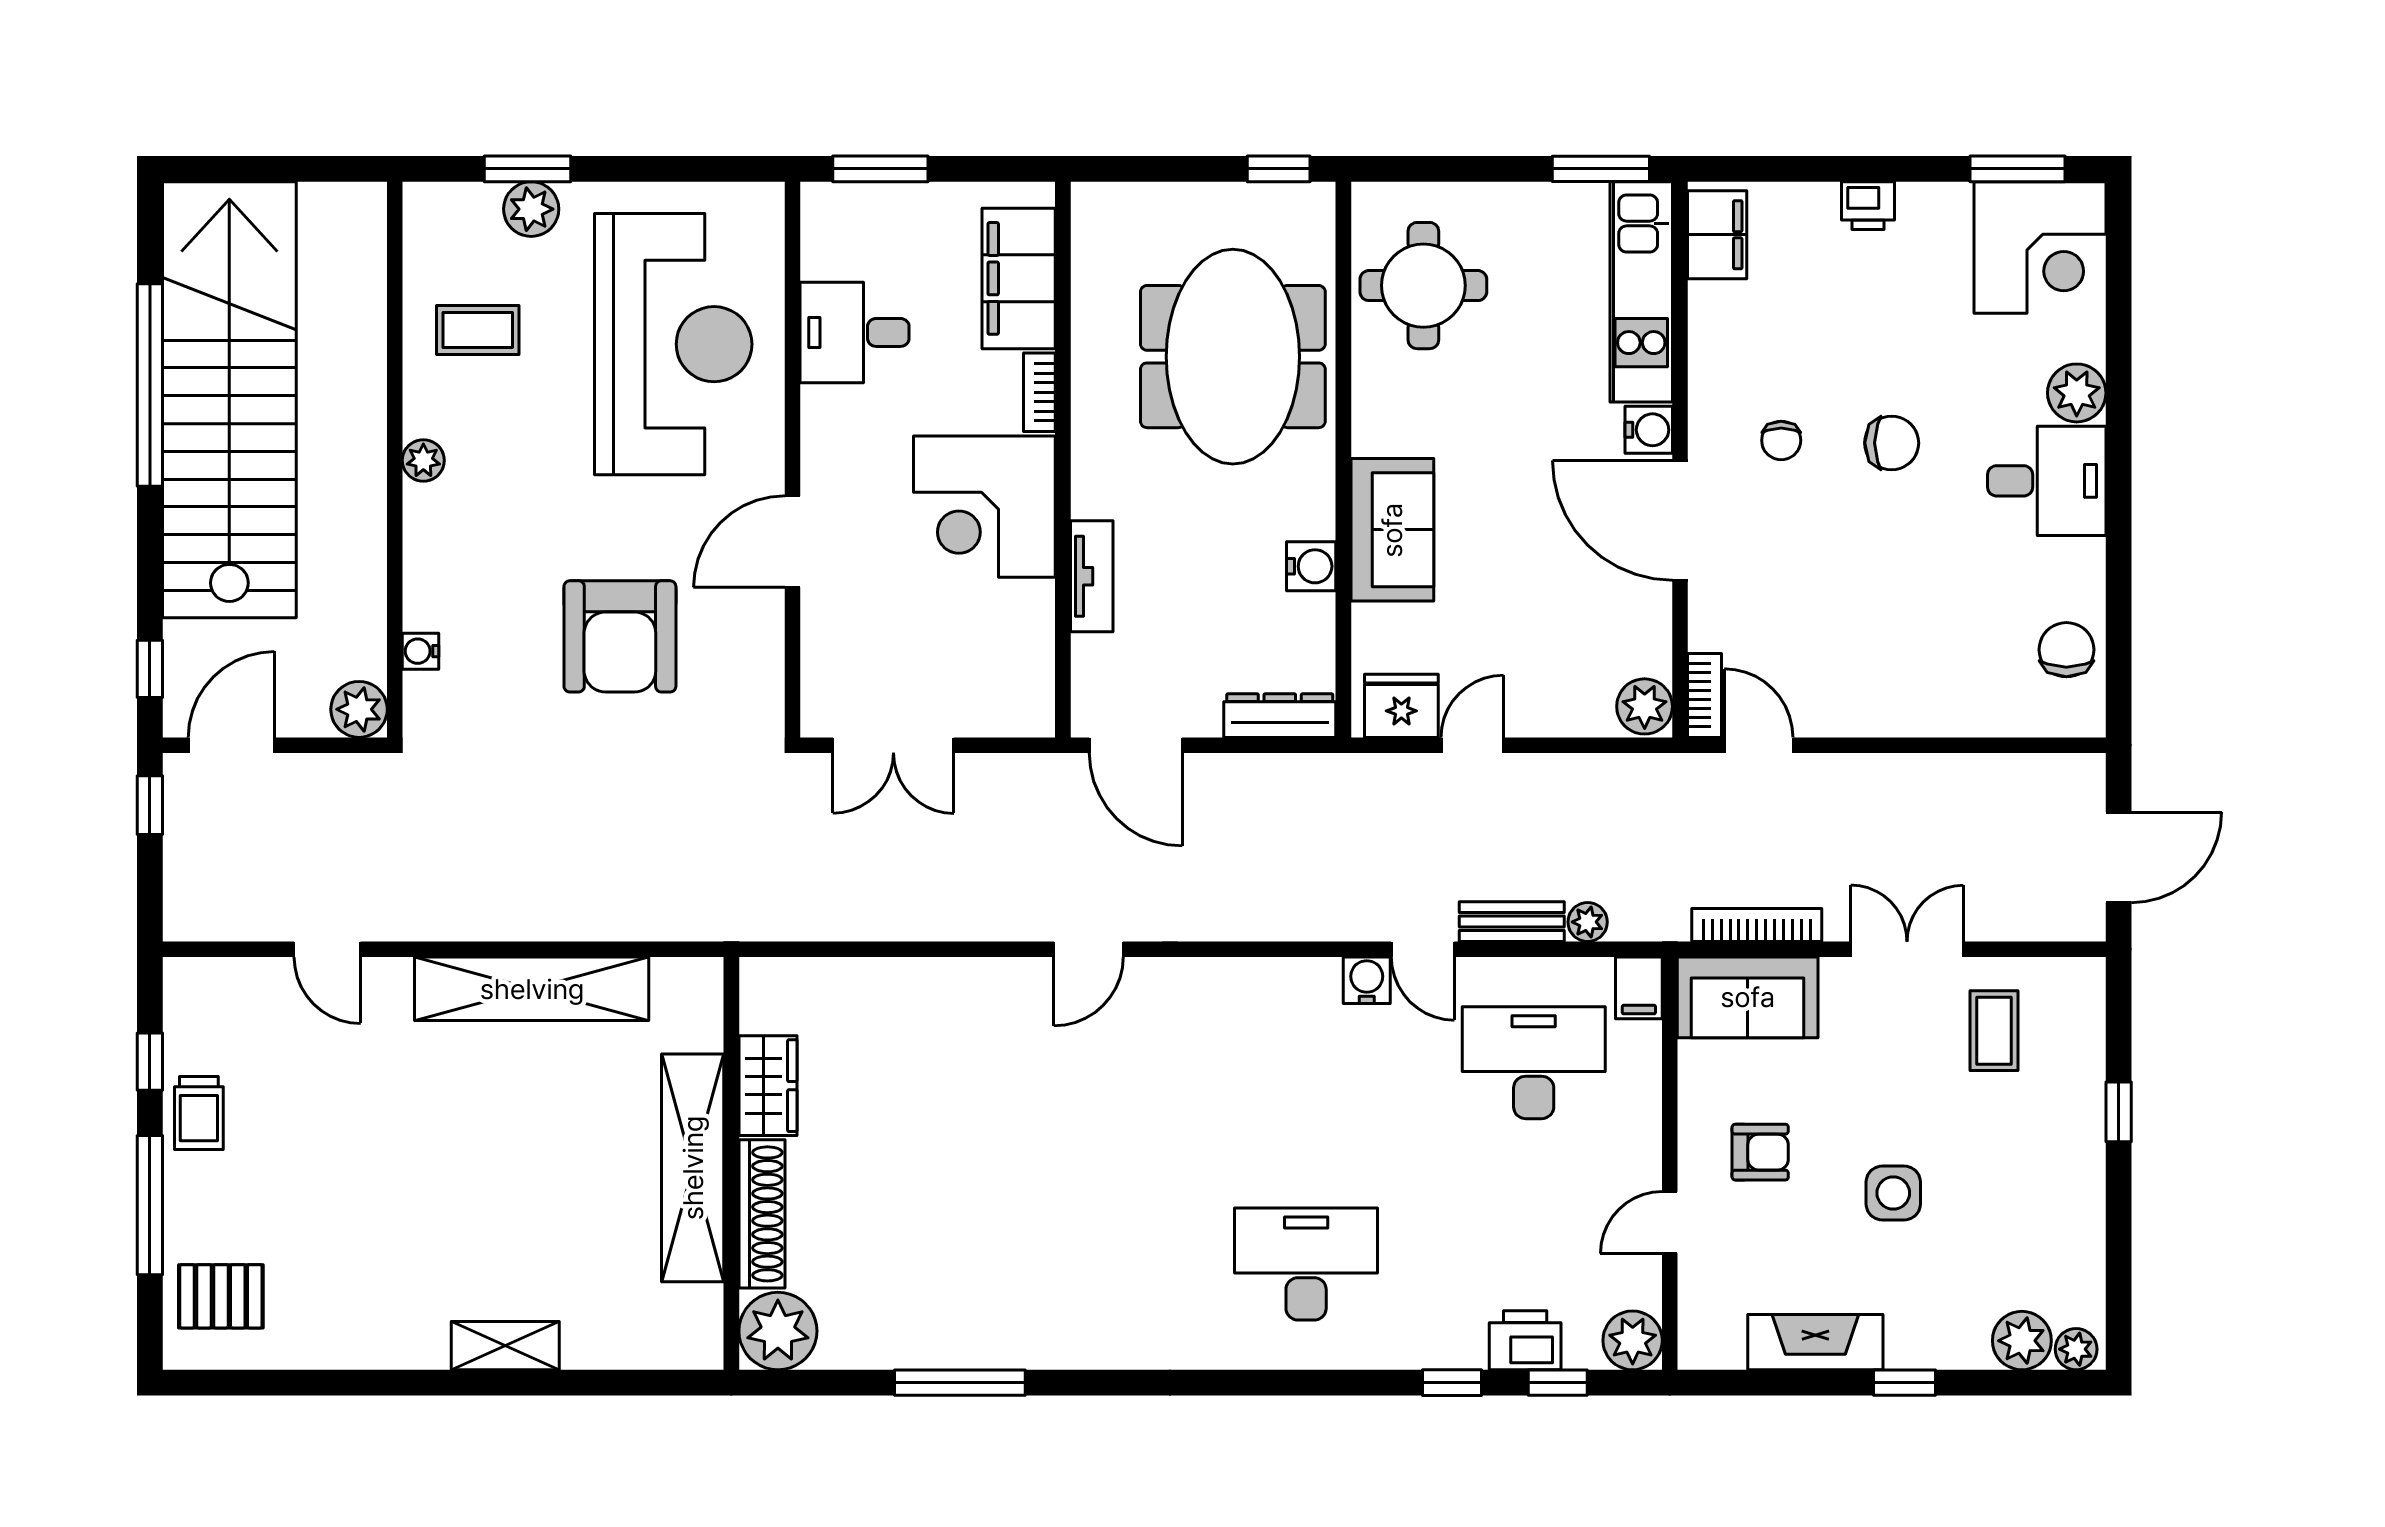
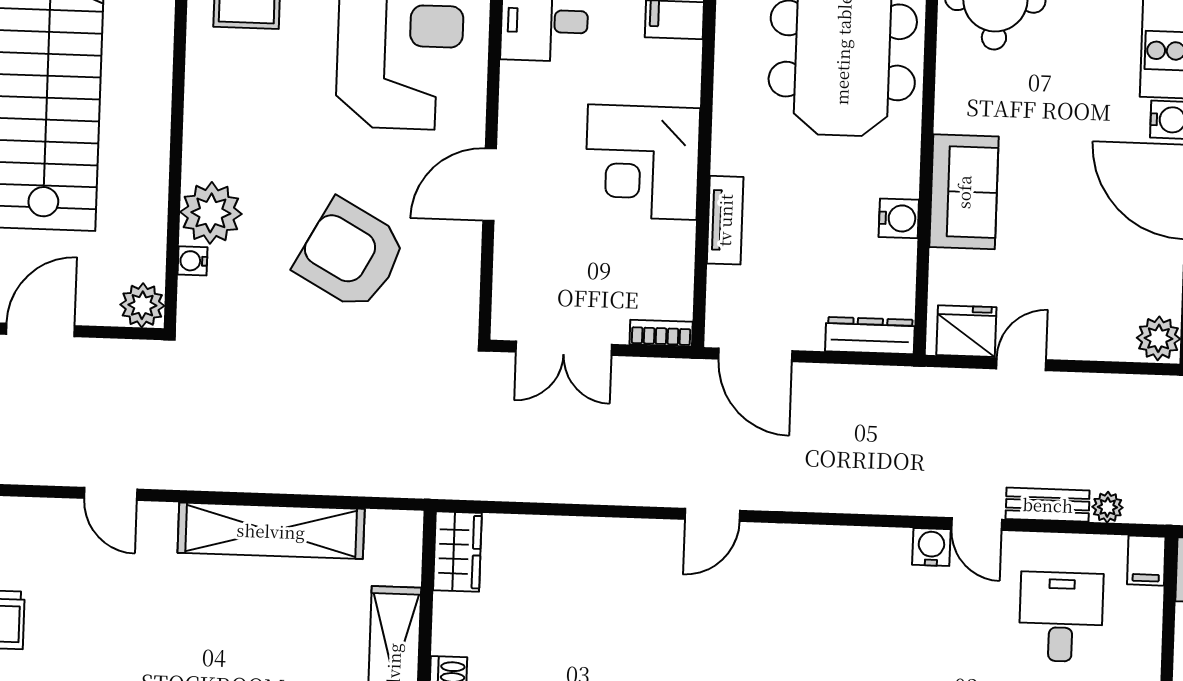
bookcase: (1039, 392) -> (661, 333), moved, turned 90
plant: (423, 460) -> (211, 213), moved, width x1.88, depth x1.88
armchair: (620, 636) -> (351, 255), turned 119
desk: (1534, 1063) -> (1061, 617), width x0.73
wardrobe: (768, 1086) -> (457, 552), moved

